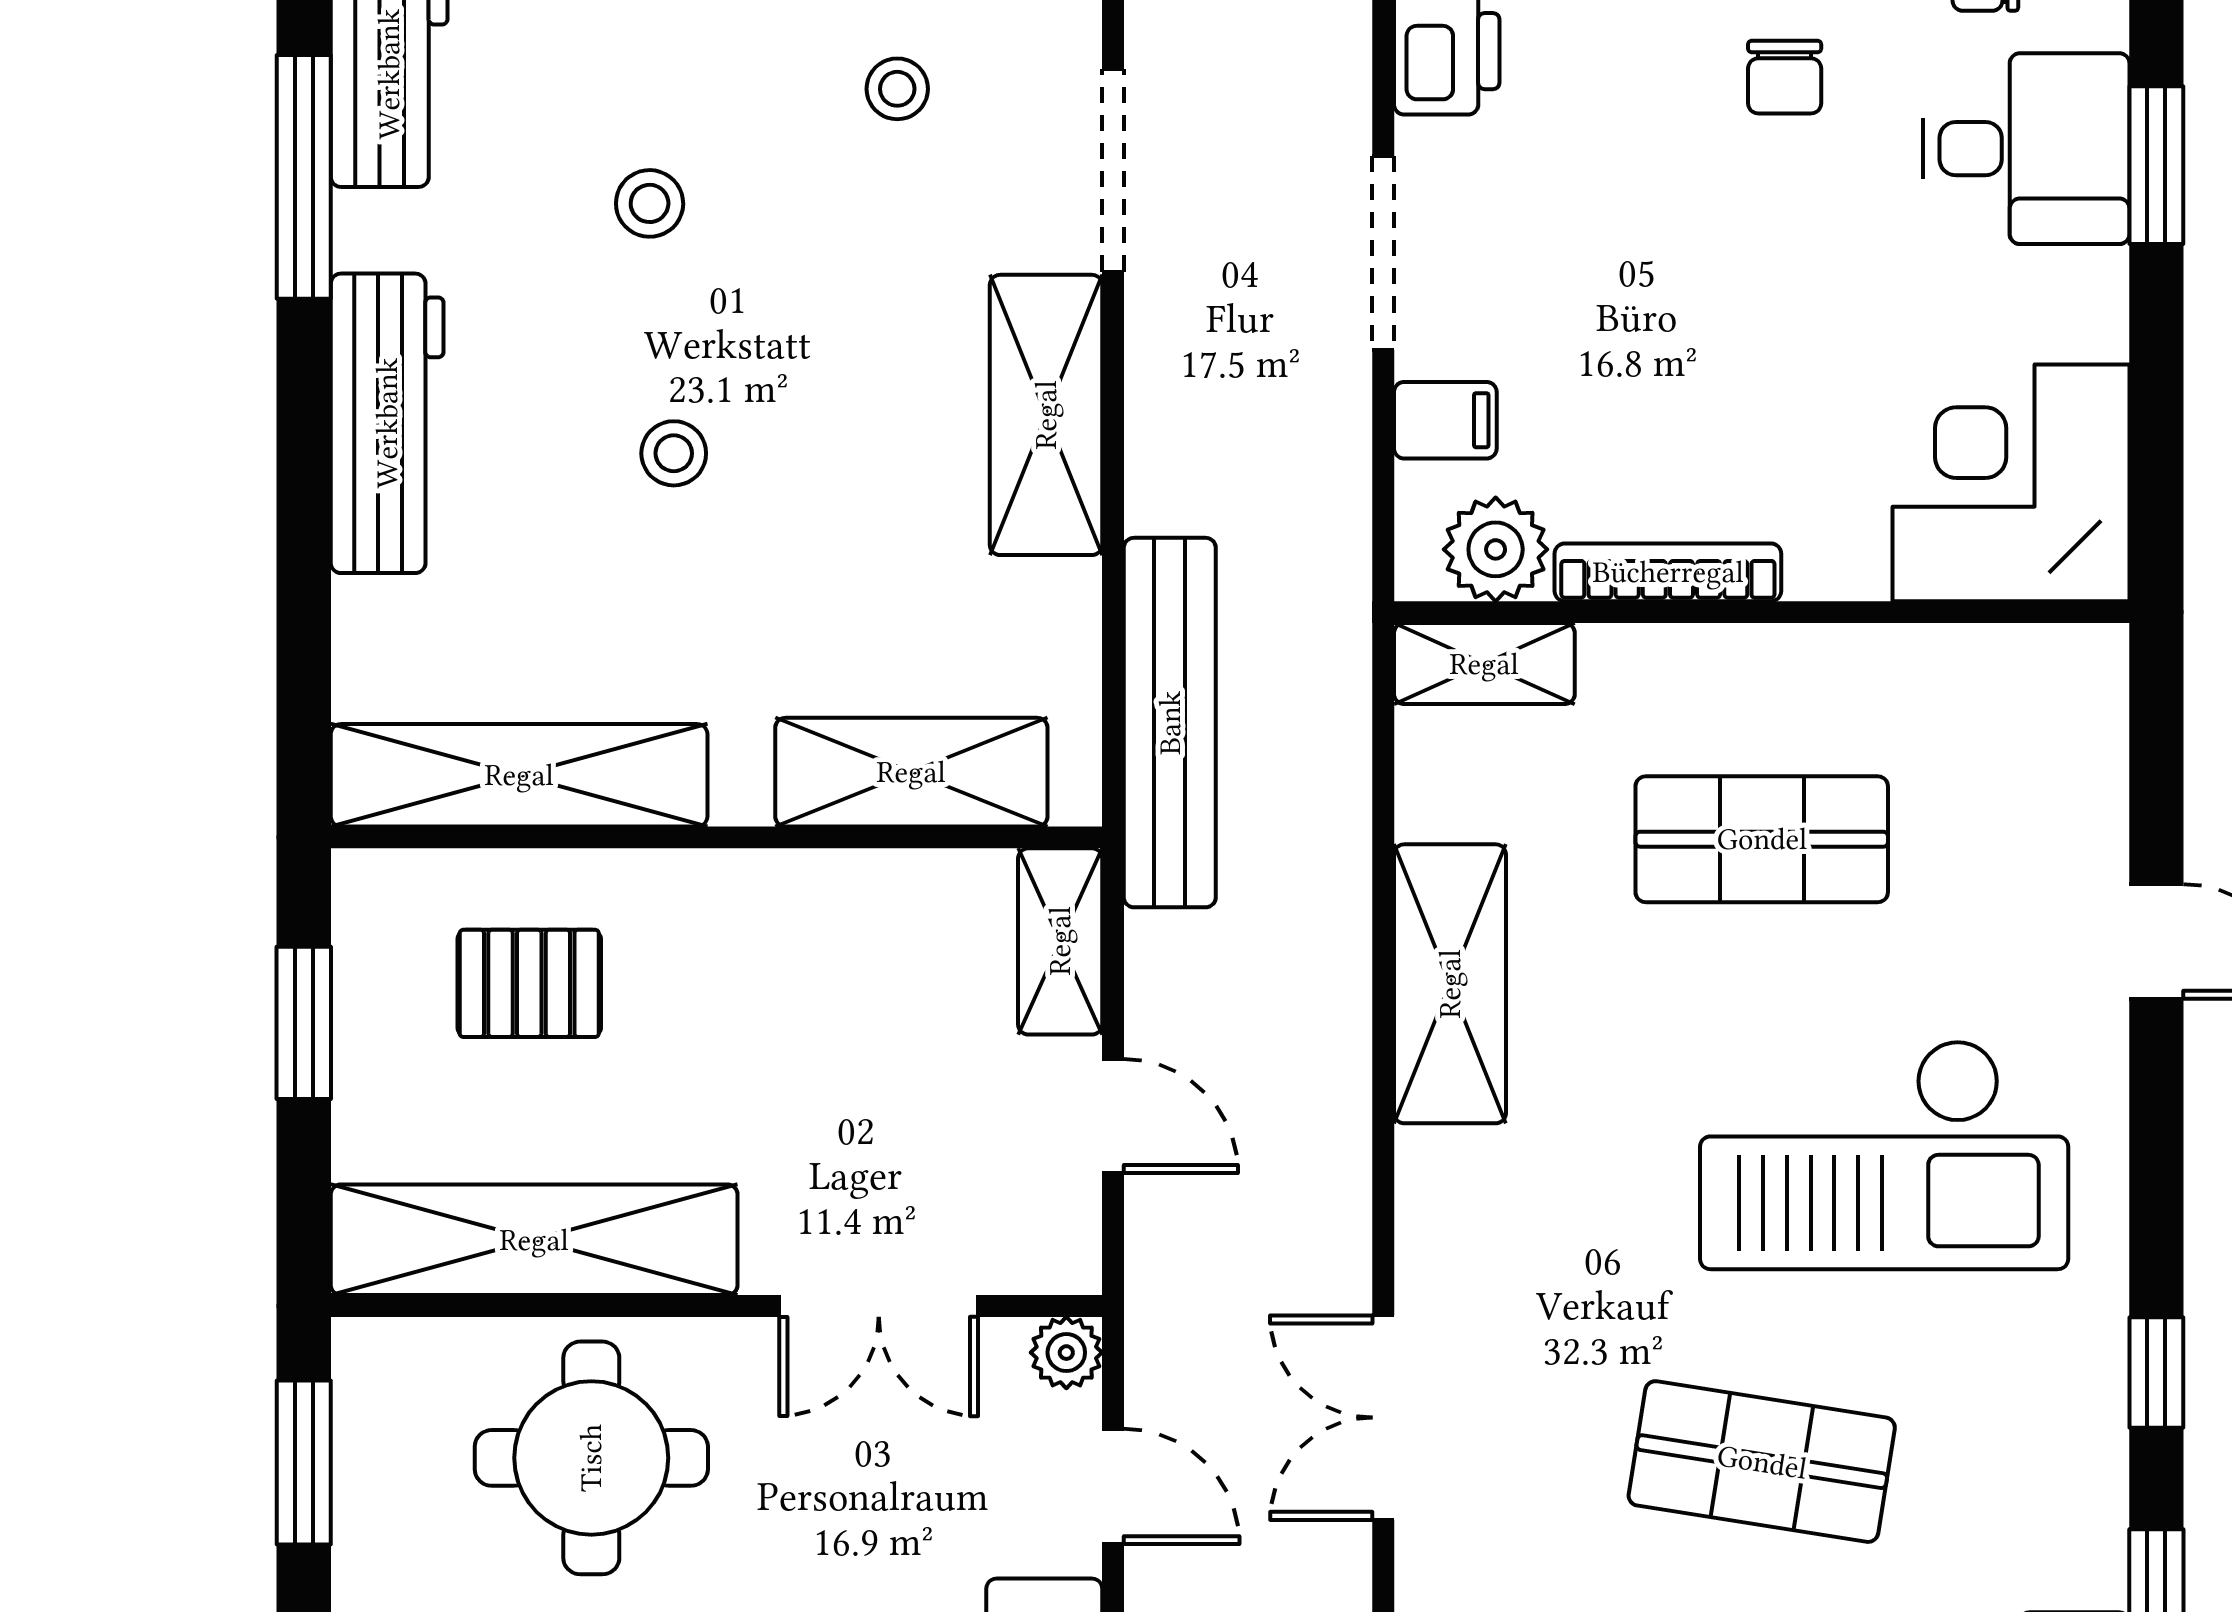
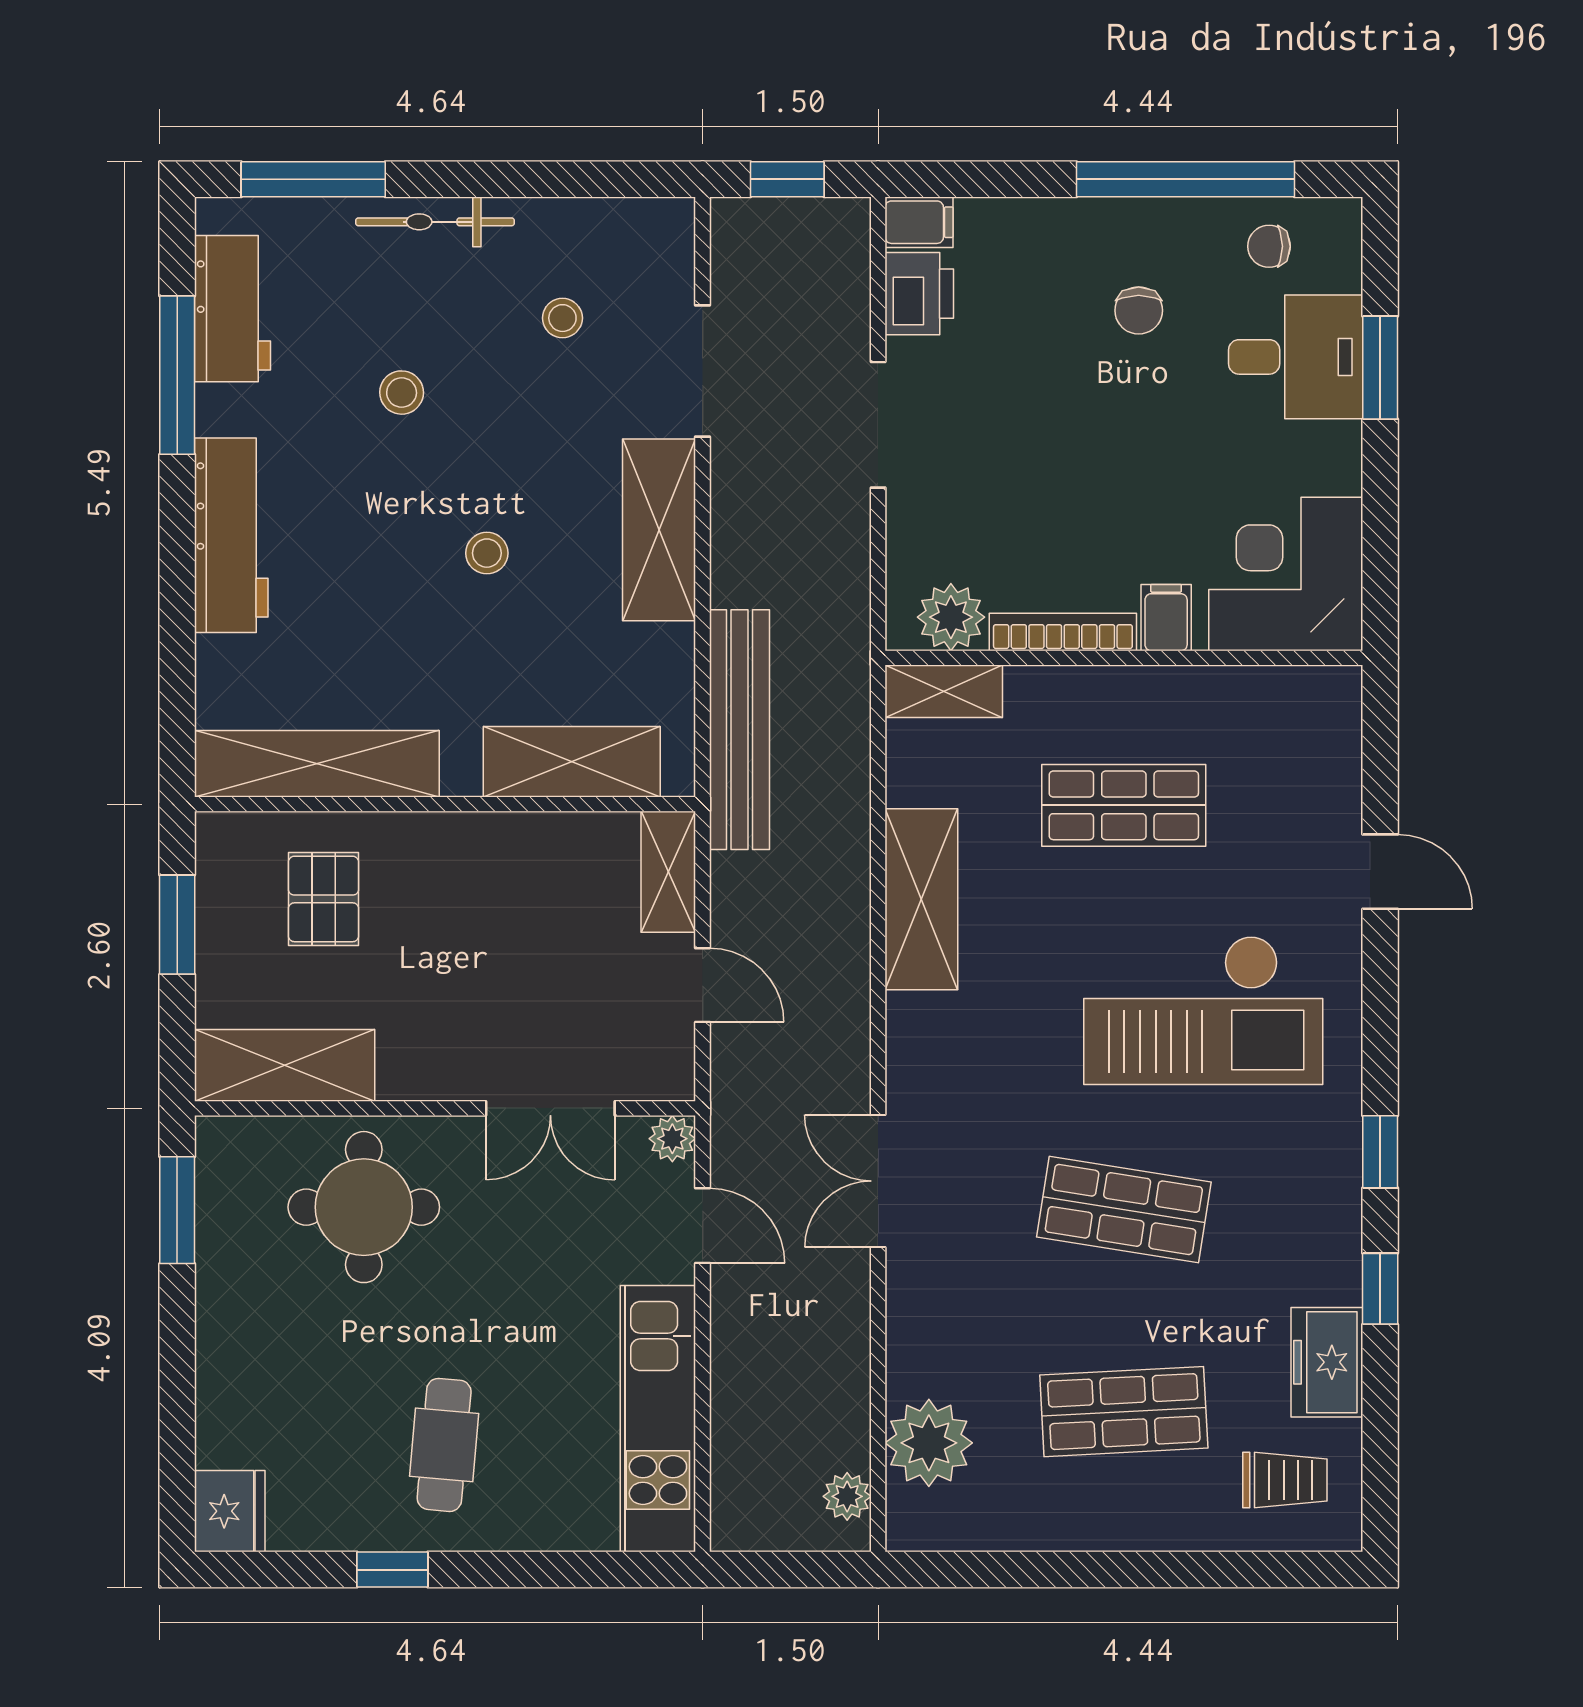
filing cabinet: (1445, 420) -> (1166, 618), moved, turned -90
stool: (674, 453) -> (487, 553), moved
pallet: (529, 983) -> (323, 899), turned 90
shelving: (534, 1240) -> (285, 1065), width x0.68

